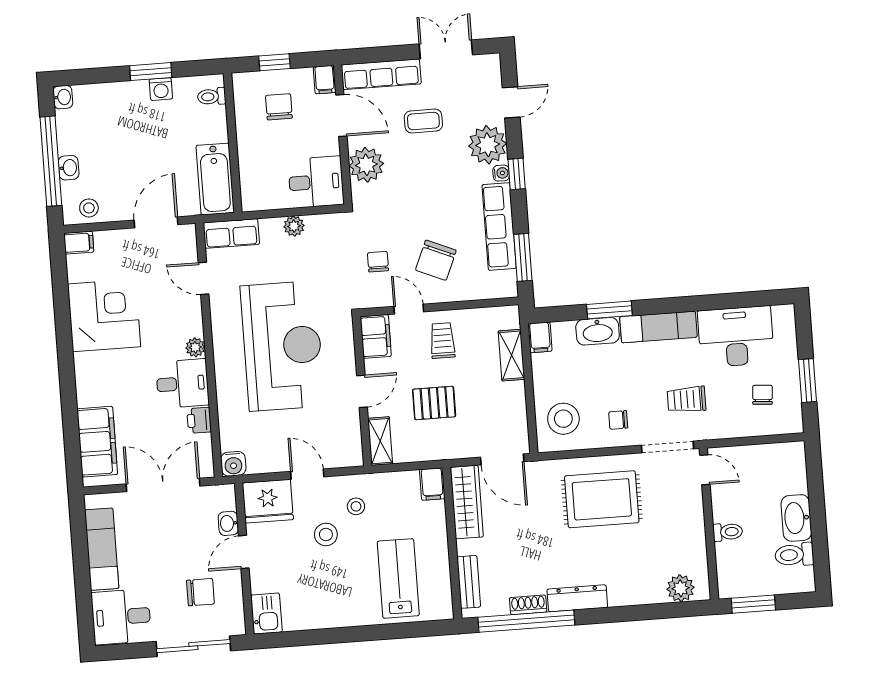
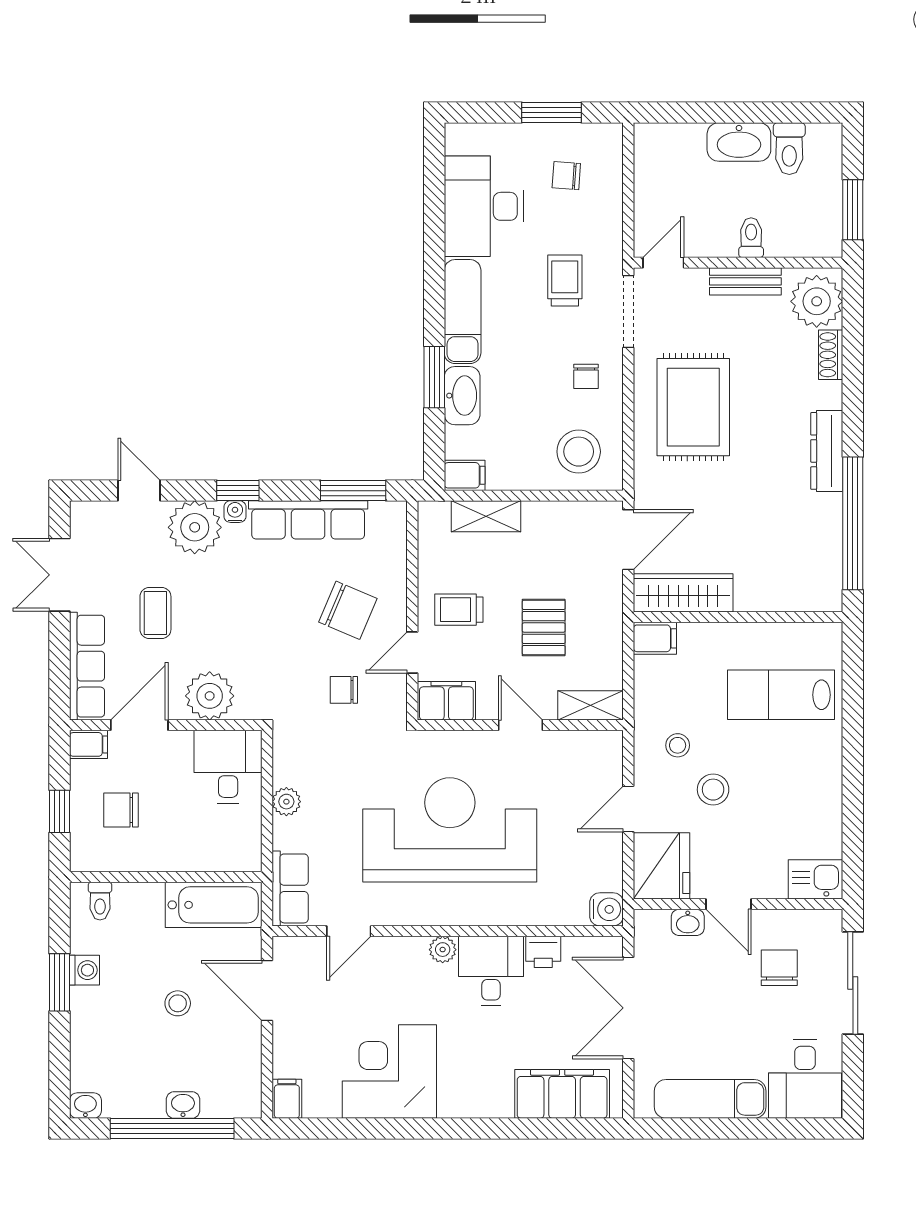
stool: (89, 208) -> (178, 1003), moved
trolley: (687, 399) -> (565, 280), turned 180
bench: (469, 582) -> (745, 281), moved
plant: (680, 588) -> (817, 301), width x1.36, depth x1.36
shoe rack: (528, 605) -> (831, 355), moved

